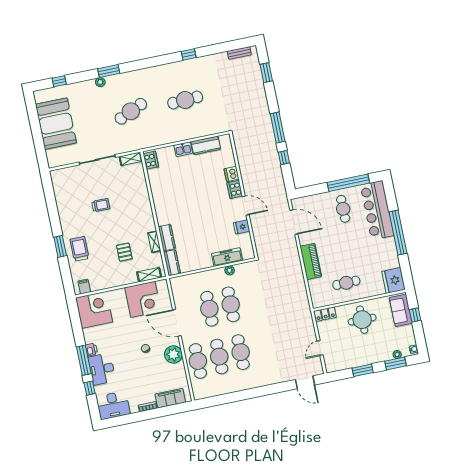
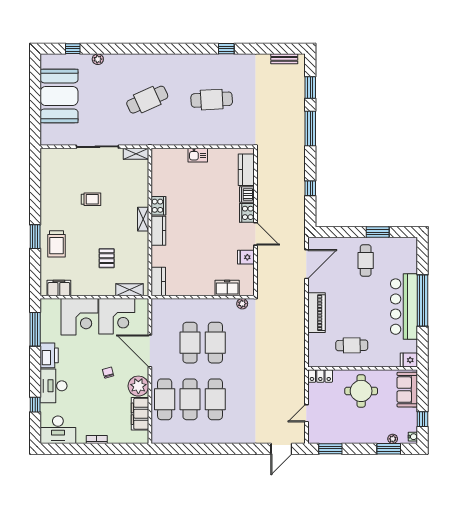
window: (109, 71) -> (132, 49), removed
plant: (100, 82) -> (98, 59), moved
window: (278, 128) -> (310, 129), moved
kitchen counter: (206, 145) -> (246, 170), moved, turned 90
cooker: (151, 160) -> (158, 206), moved
window: (348, 183) -> (378, 232), width x0.47
bar counter: (377, 210) -> (404, 307), moved
door: (294, 222) -> (306, 264), hinge flipped
kitchen counter: (167, 238) -> (158, 231), moved
shelving: (154, 242) -> (143, 219), moved
trolley: (79, 249) -> (56, 244), turned 180
freezer: (227, 257) -> (227, 288), width x0.71
plant: (230, 270) -> (242, 304), moved
fridge: (393, 280) -> (409, 360), width x0.53, depth x0.75
filing cabinet: (84, 287) -> (59, 288), width x2.00
corner desk: (94, 310) -> (79, 317), moved, turned 90
window: (415, 315) -> (422, 419), moved
printer: (91, 350) -> (49, 355), width x1.87, depth x1.48
window: (84, 360) -> (35, 329), moved
window: (363, 370) -> (330, 449), moved
door: (305, 382) -> (281, 449), hinge flipped
filing cabinet: (170, 398) -> (140, 414), moved, turned -90

